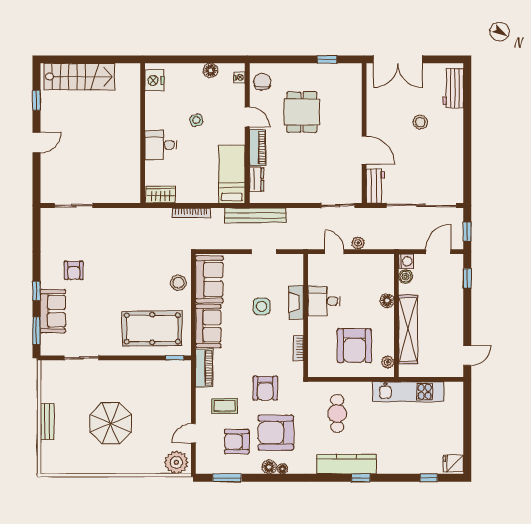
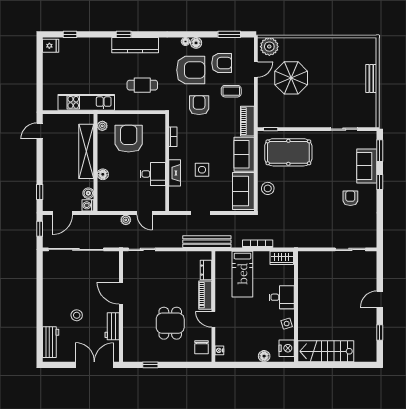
floor lamp: (211, 70) -> (264, 356), moved
stairs: (79, 77) -> (326, 351), moved
side table: (196, 120) -> (287, 324), moved
bed: (232, 174) -> (242, 274), moved
workbench: (375, 186) -> (112, 326), moved
cafe table: (337, 413) -> (142, 85), turned 90
parasol: (111, 423) -> (291, 78), moved

